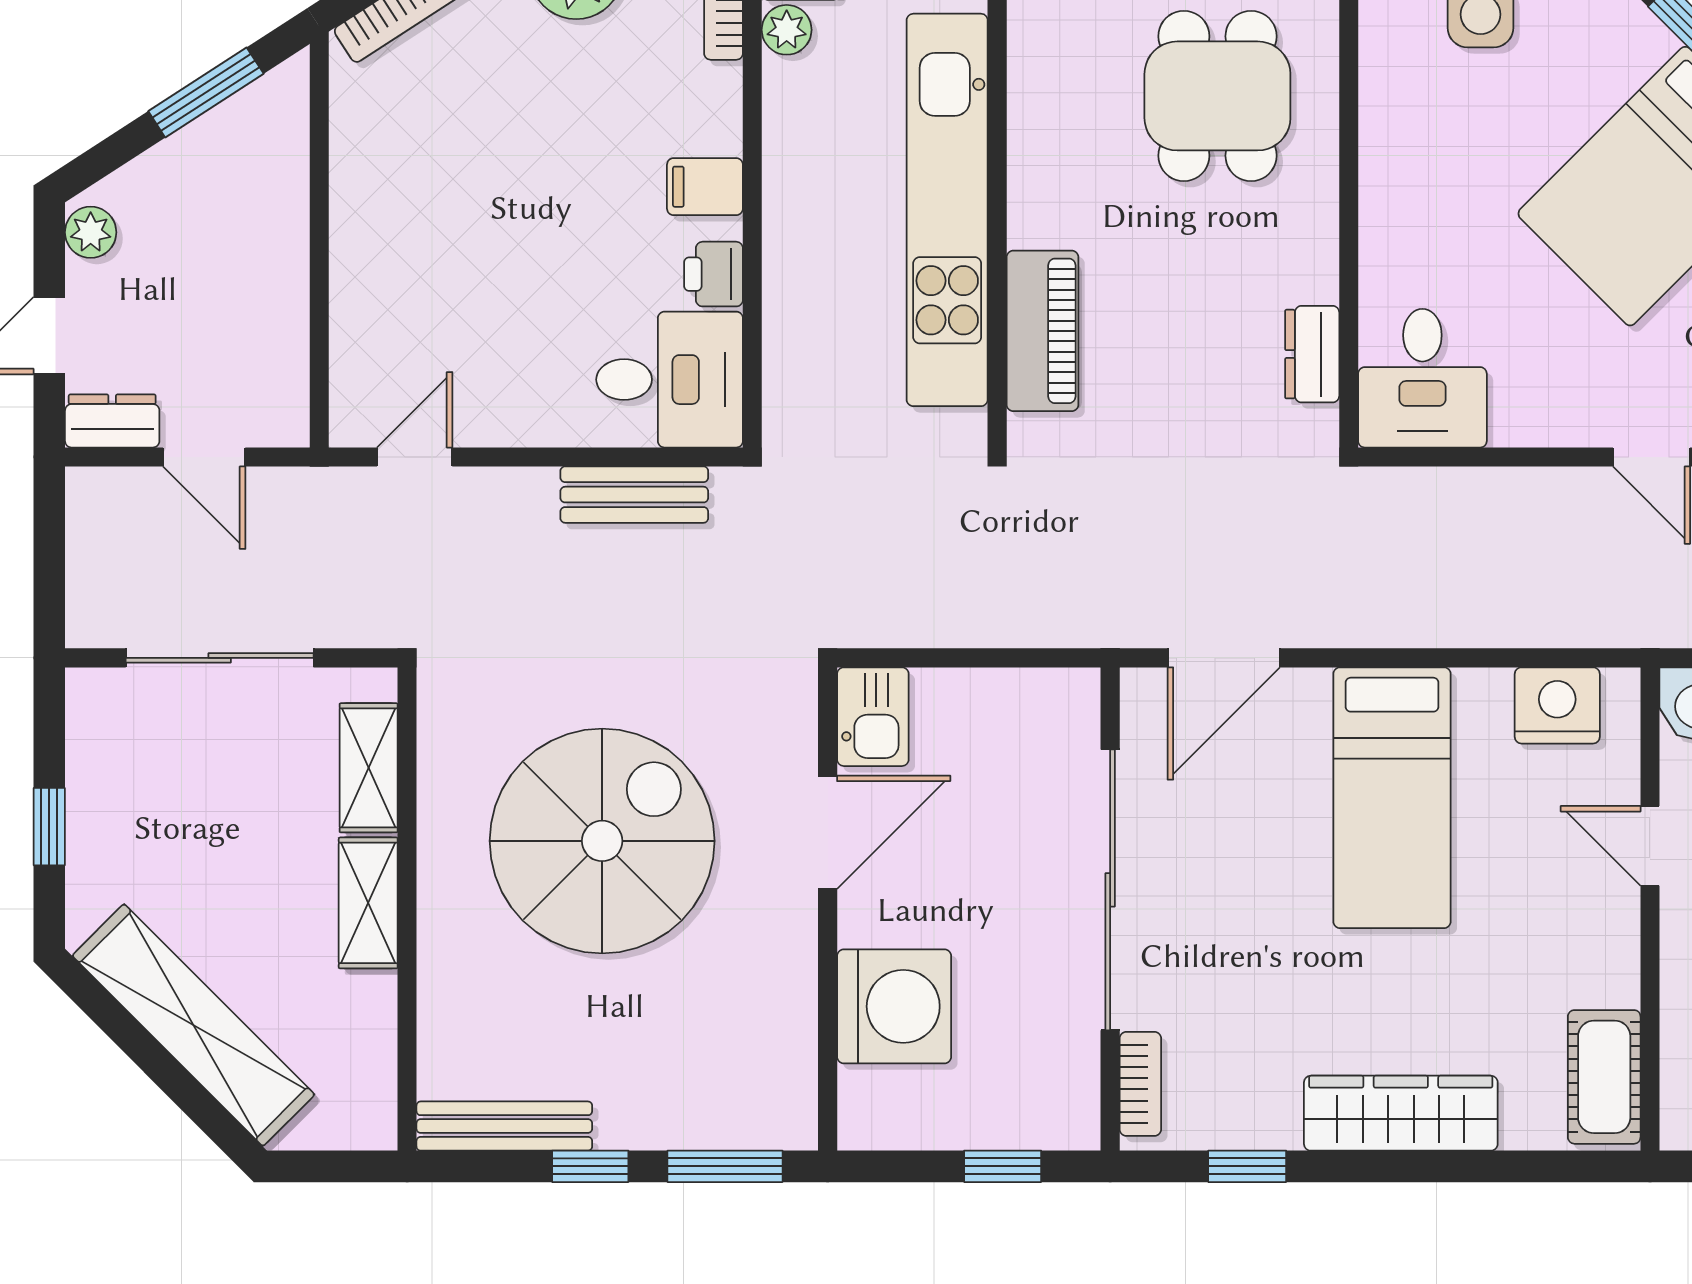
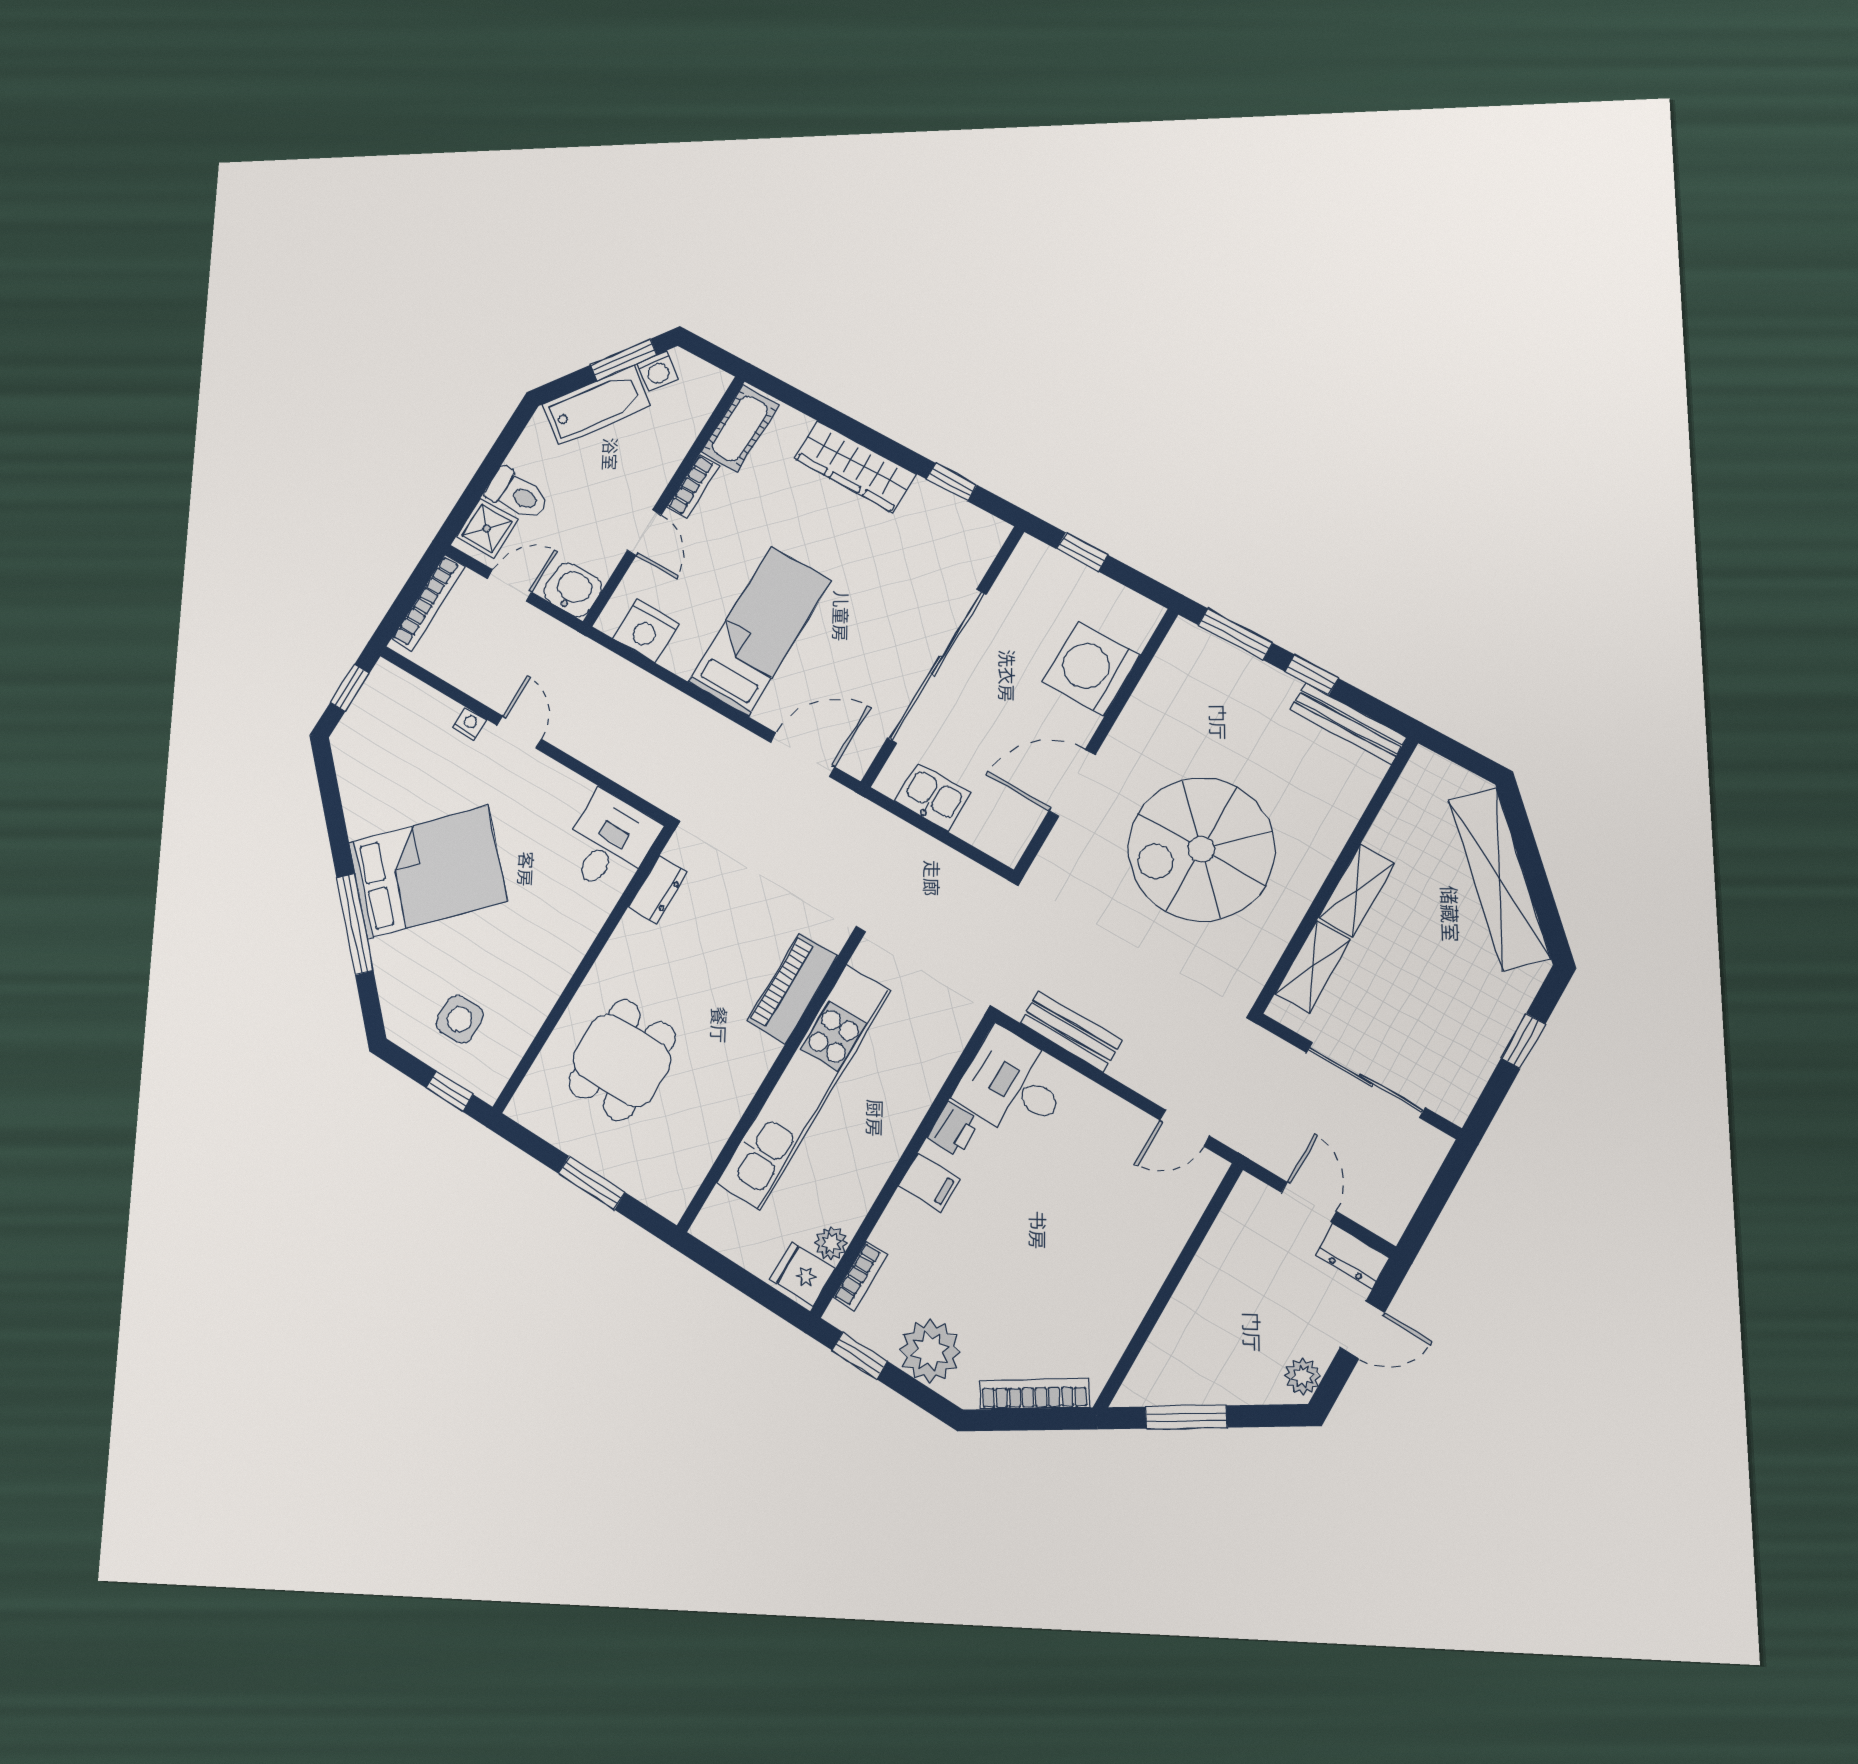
kitchen sink: (873, 717) -> (933, 797), moved, turned 90
bookcase: (1140, 1084) -> (693, 487), moved, turned 180

